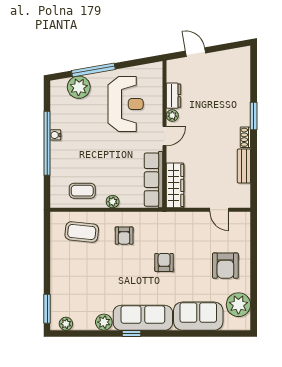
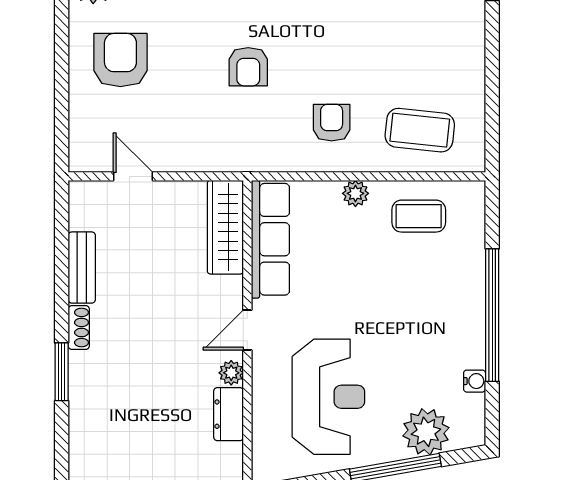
reception desk: (126, 104) -> (328, 397), turned 180
water cooler: (55, 135) -> (475, 381), moved

